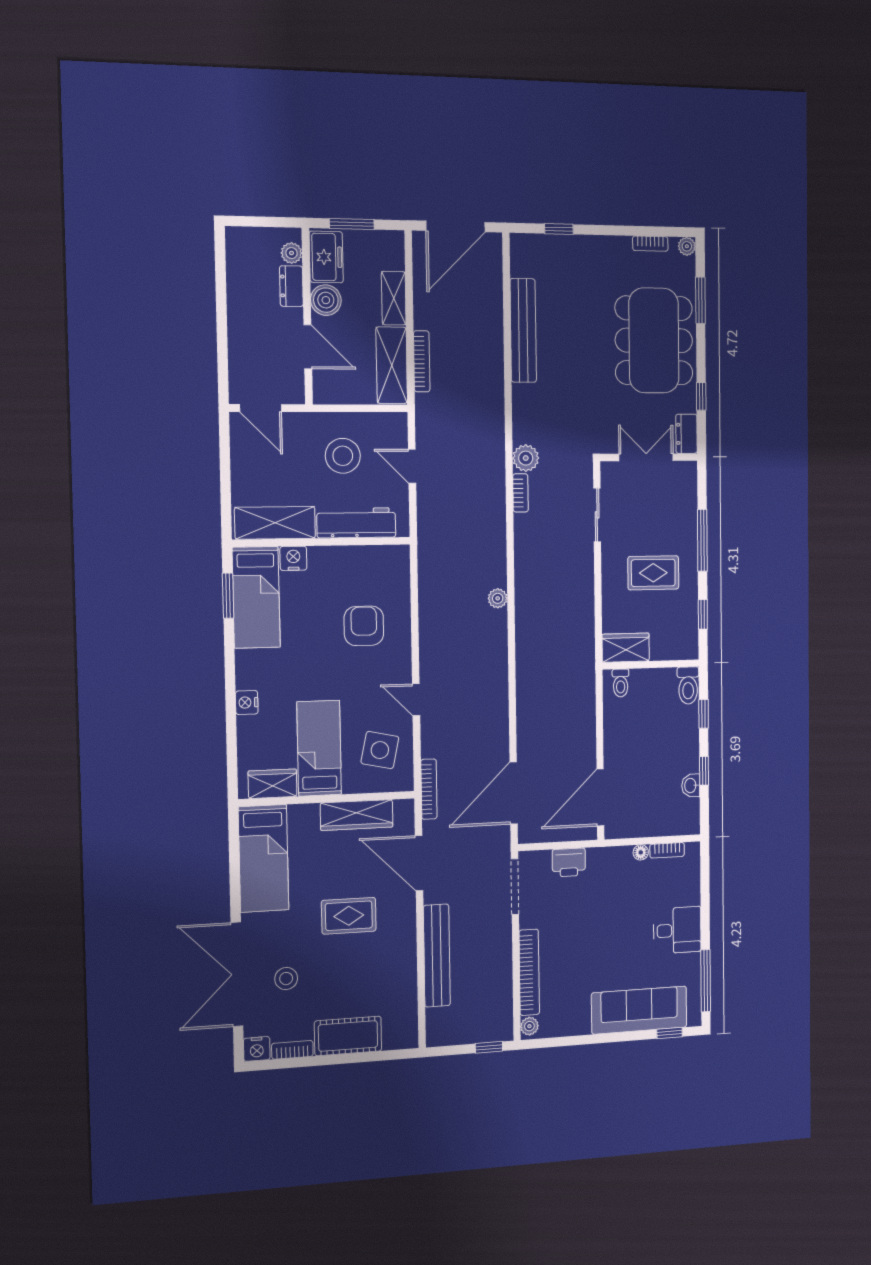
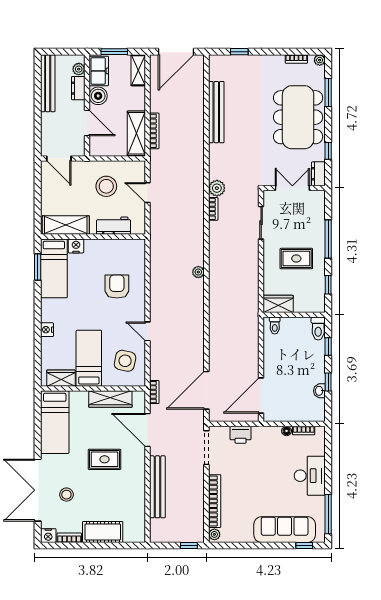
bench: (238, 277) -> (48, 83), added
shelving: (394, 298) -> (138, 70), moved
workbench: (356, 523) -> (114, 226), width x0.73
bookcase: (429, 789) -> (154, 392), width x0.64
desk: (677, 930) -> (310, 476), width x1.37

